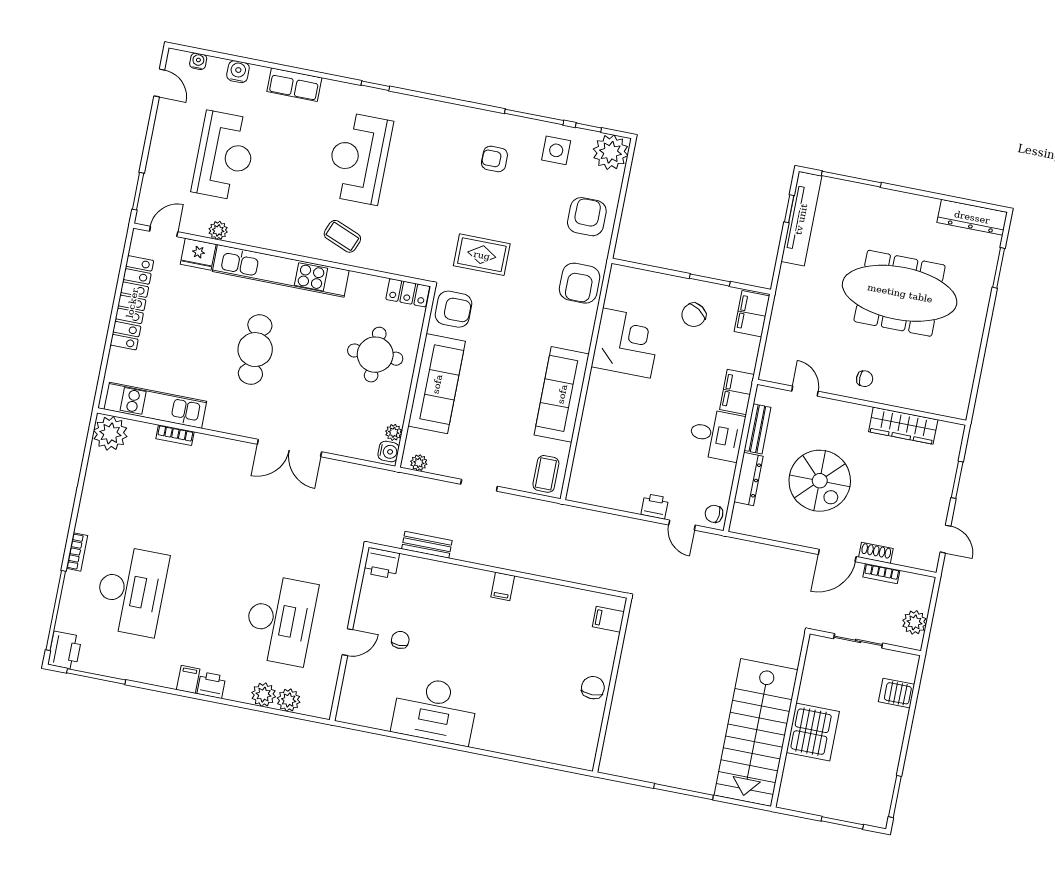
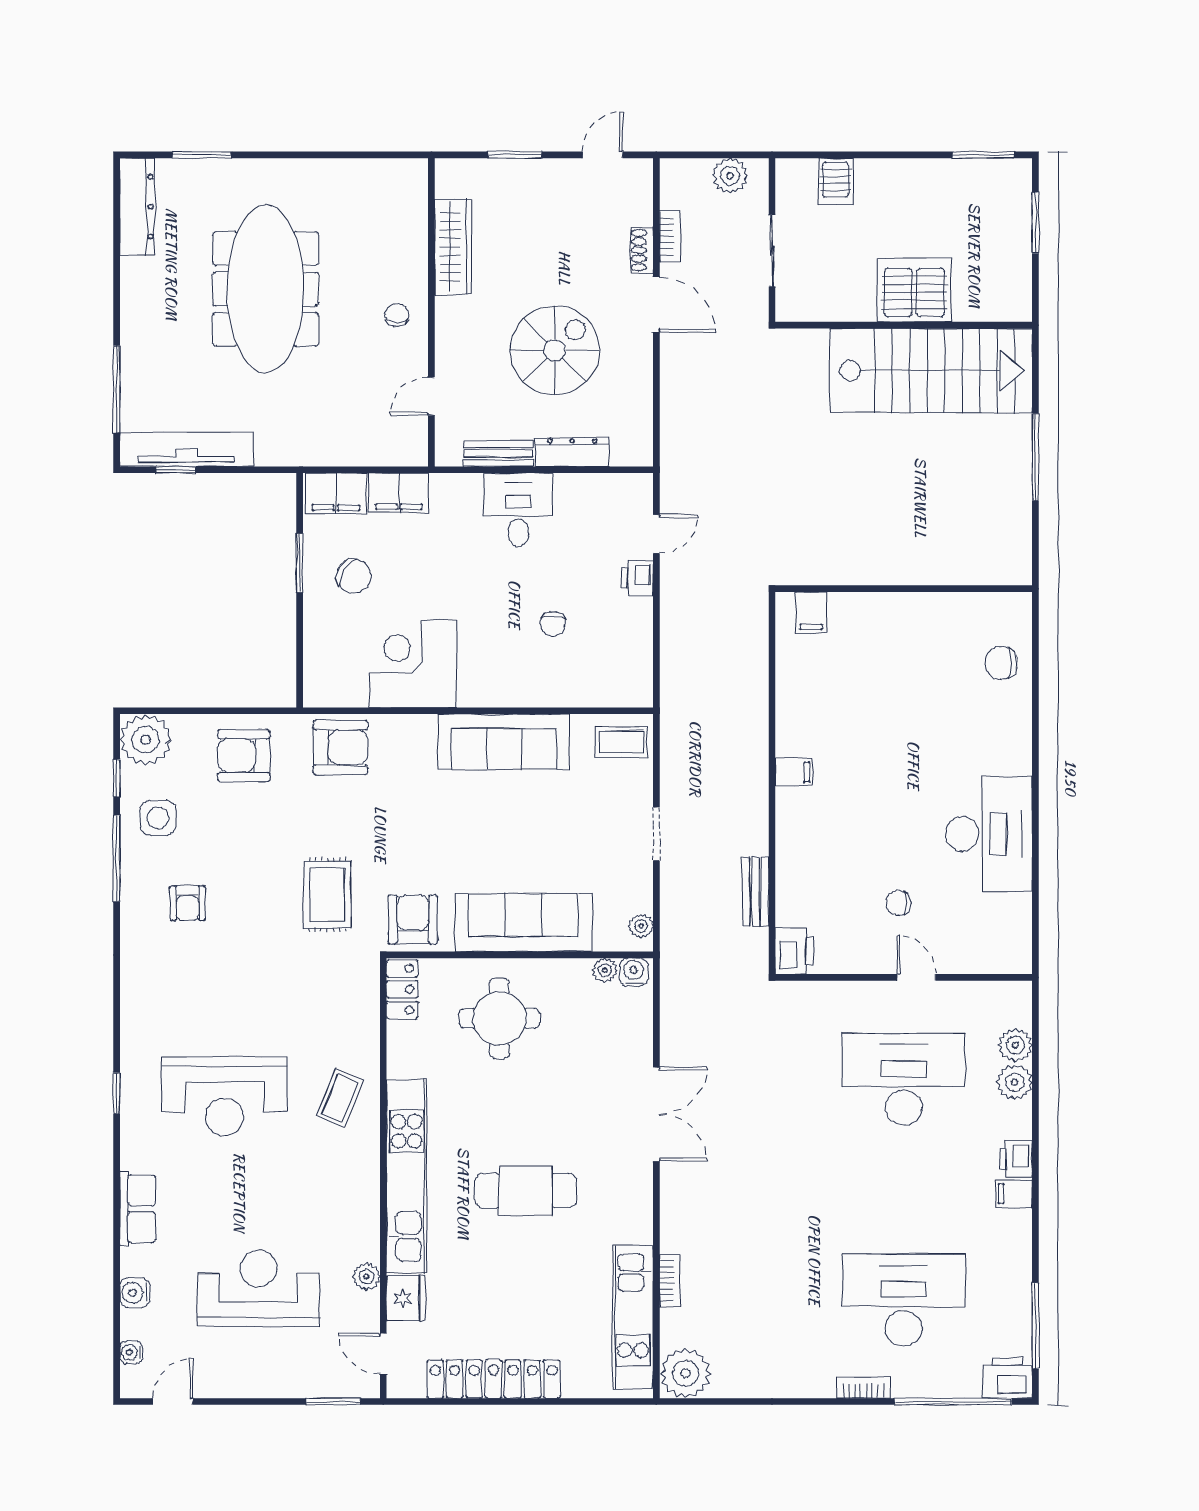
filing cabinet: (737, 392) -> (399, 493), moved
chair: (714, 514) -> (553, 624), moved
chair: (593, 688) -> (1001, 663), moved

